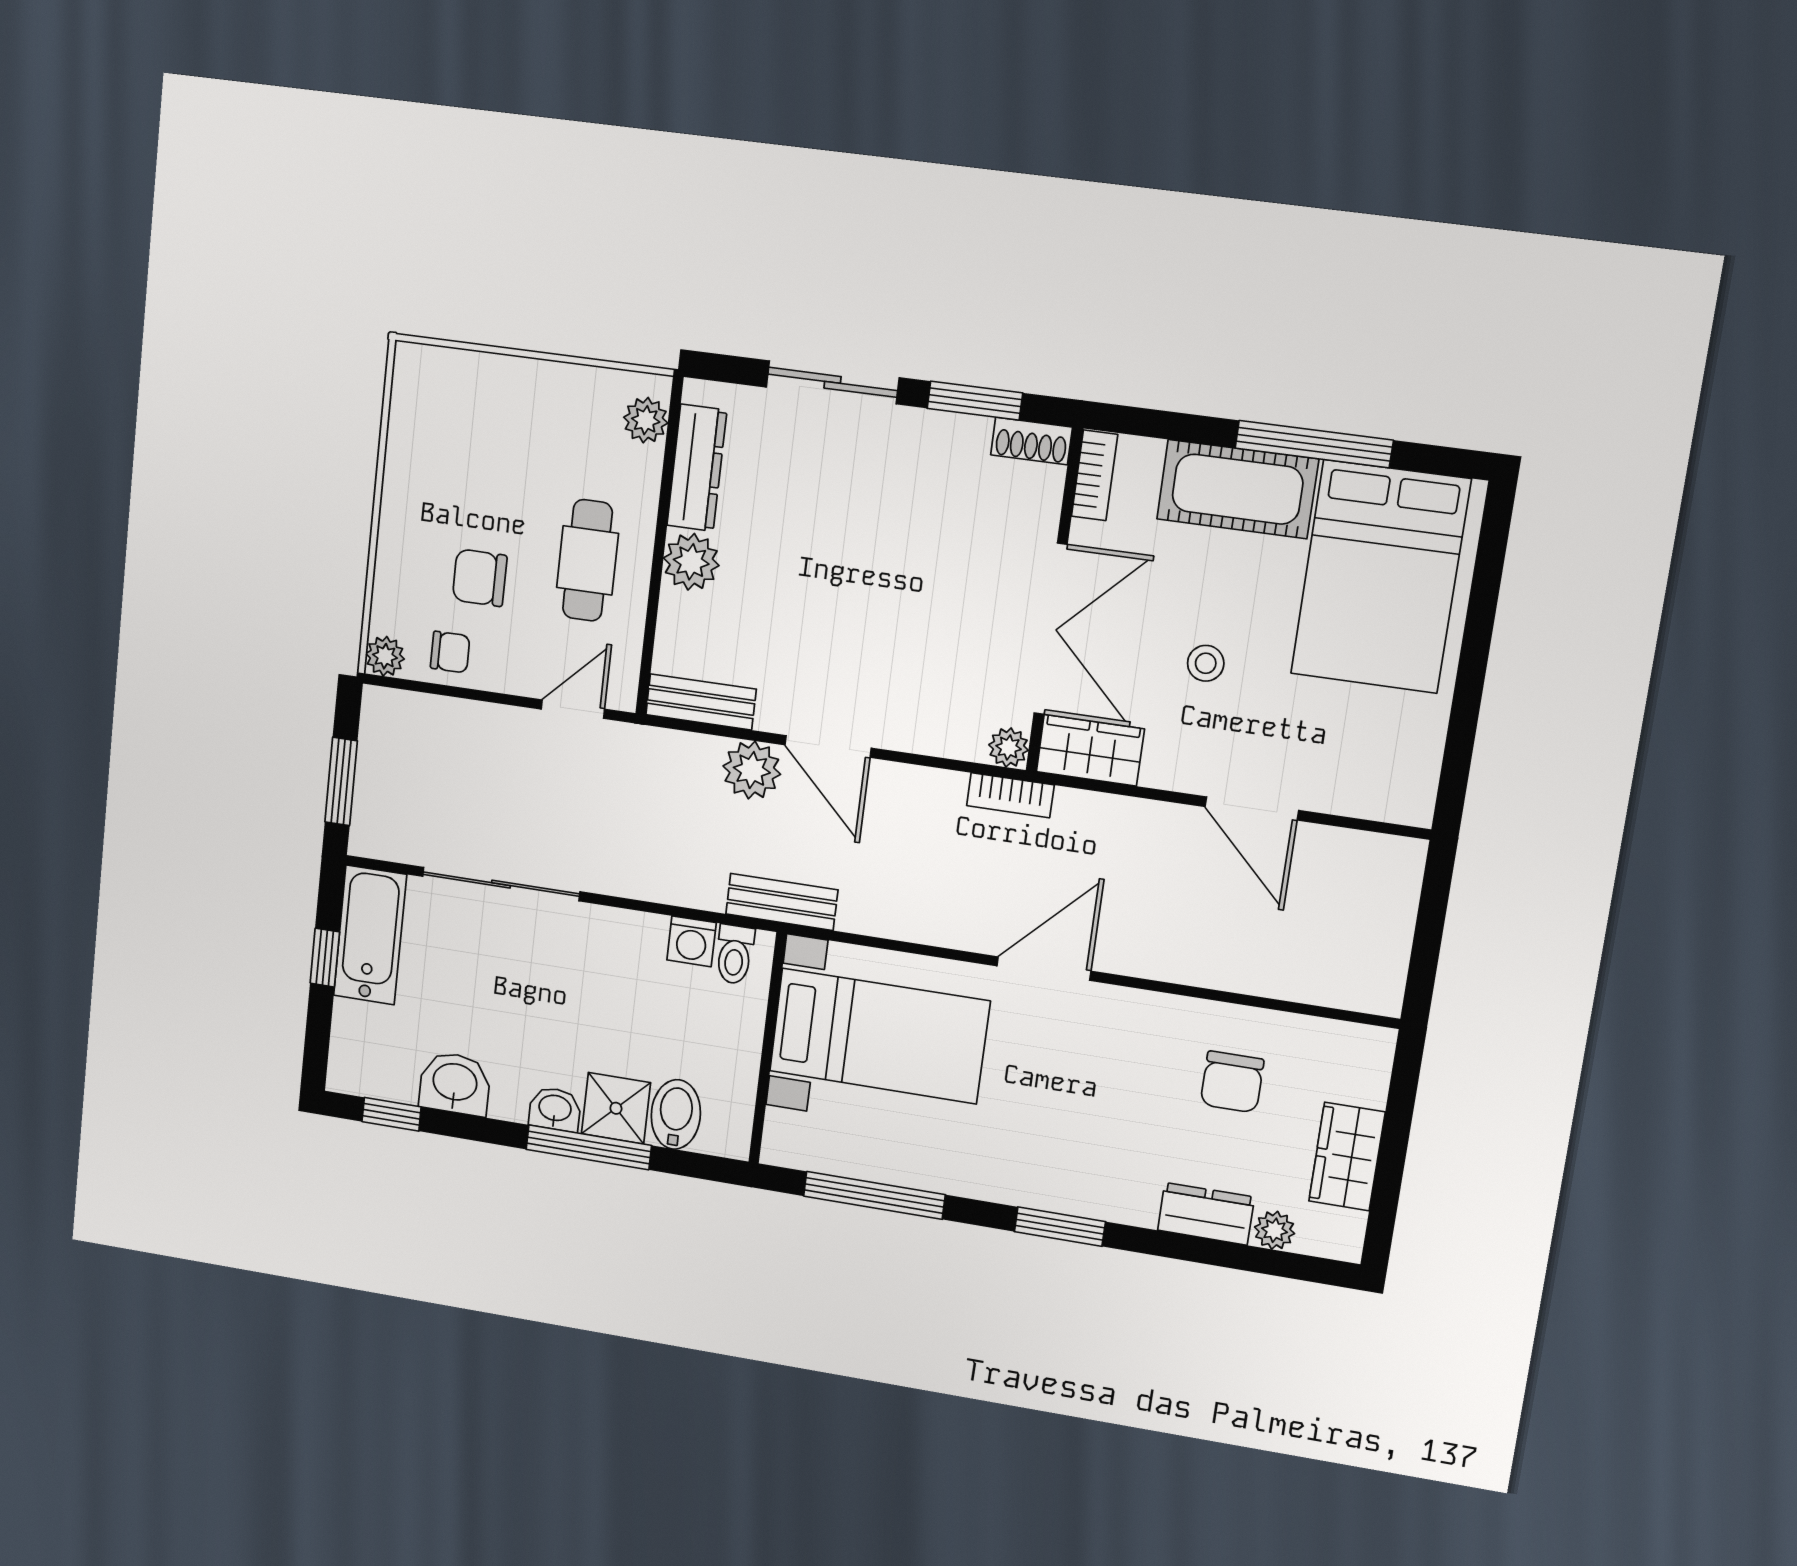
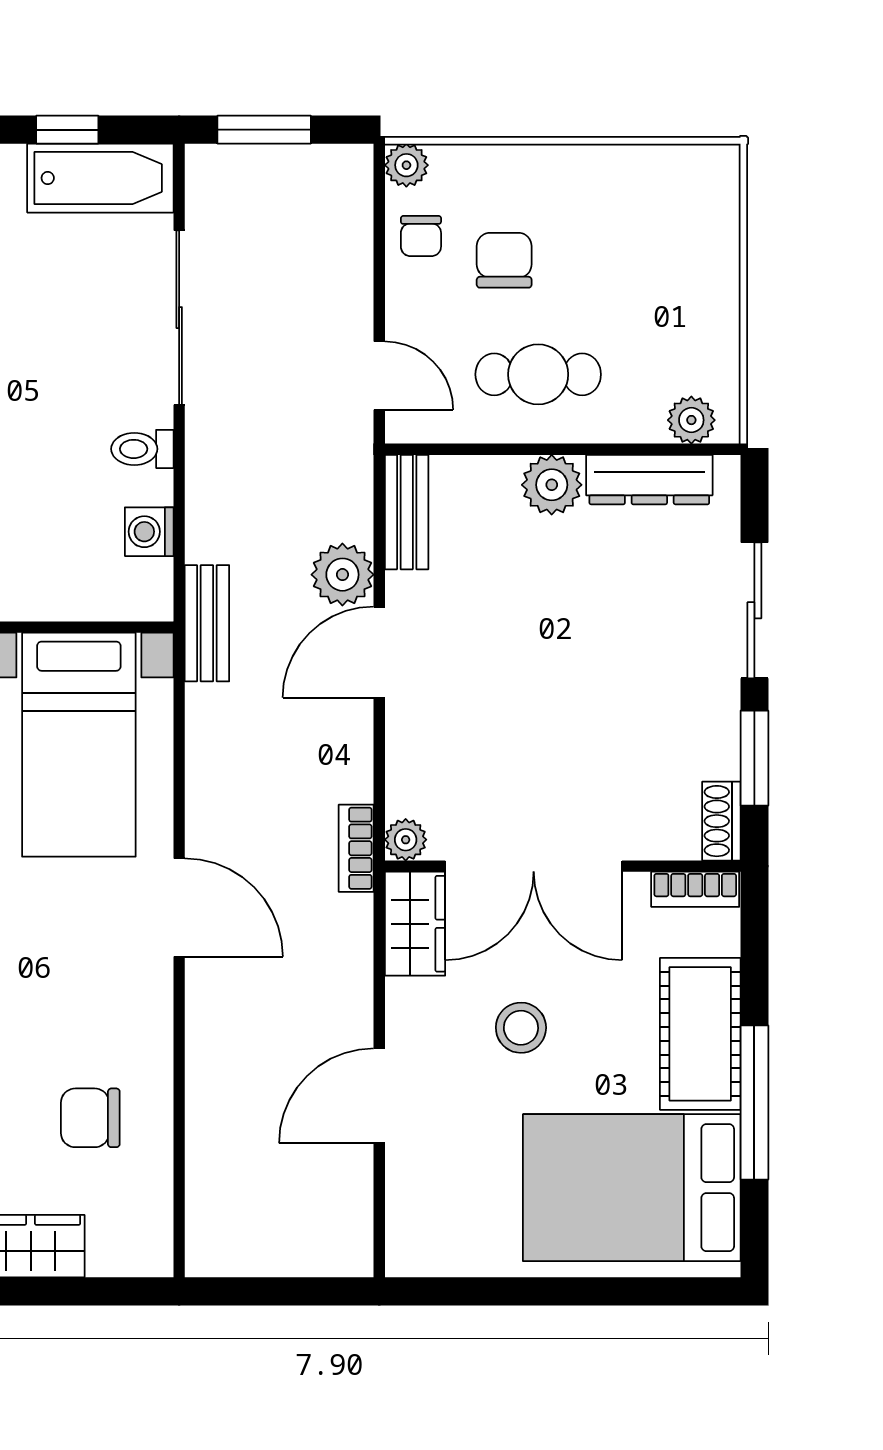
stool: (1206, 663) -> (521, 1028), width x1.37, depth x1.37
toilet: (735, 954) -> (142, 449), moved

